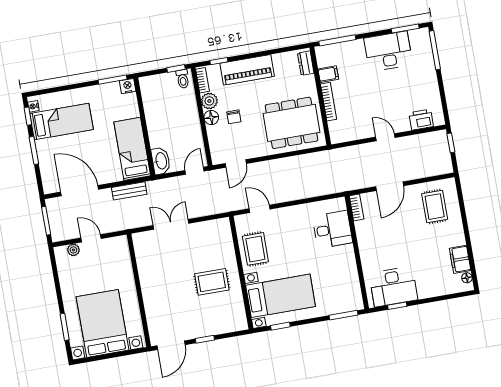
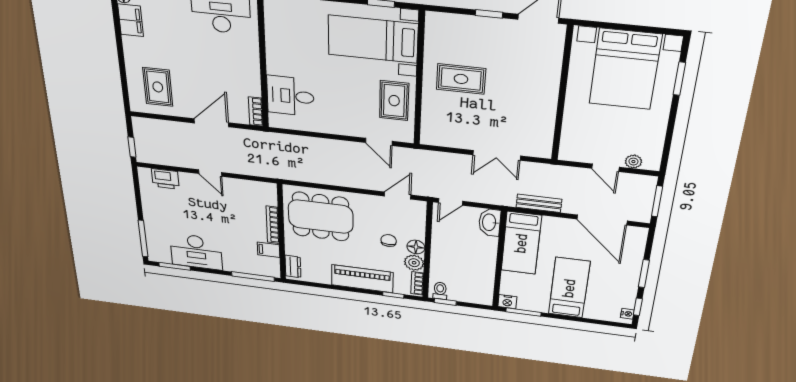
bed: (61, 122) -> (569, 288), moved, turned 90

